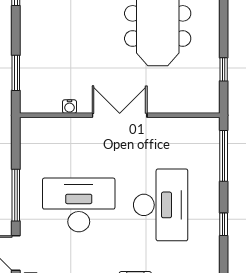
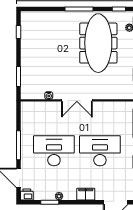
double door: (120, 115) -> (77, 100), swing flipped
desk: (161, 205) -> (100, 151), turned -90

